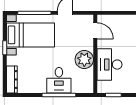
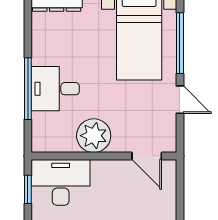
door: (95, 31) -> (147, 156), hinge flipped
desk: (109, 65) -> (61, 182), moved

